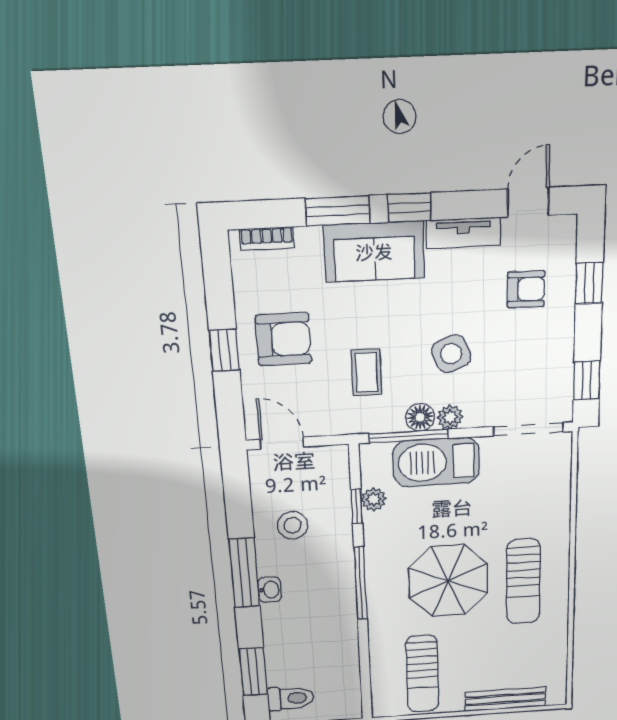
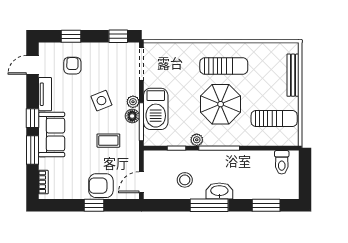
door: (528, 202) -> (33, 65), hinge flipped
armchair: (283, 339) -> (101, 186), moved, turned -90
plant: (374, 499) -> (197, 140), moved
washbasin: (270, 590) -> (219, 191), width x1.91, depth x1.45
toilet: (291, 698) -> (282, 162), moved, turned 180

